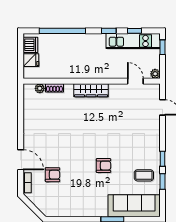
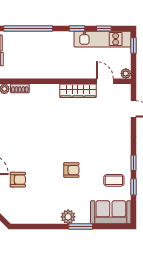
wardrobe: (91, 90) -> (78, 91), moved
sofa: (134, 206) -> (111, 212), width x0.73
plant: (100, 210) -> (68, 217), added

